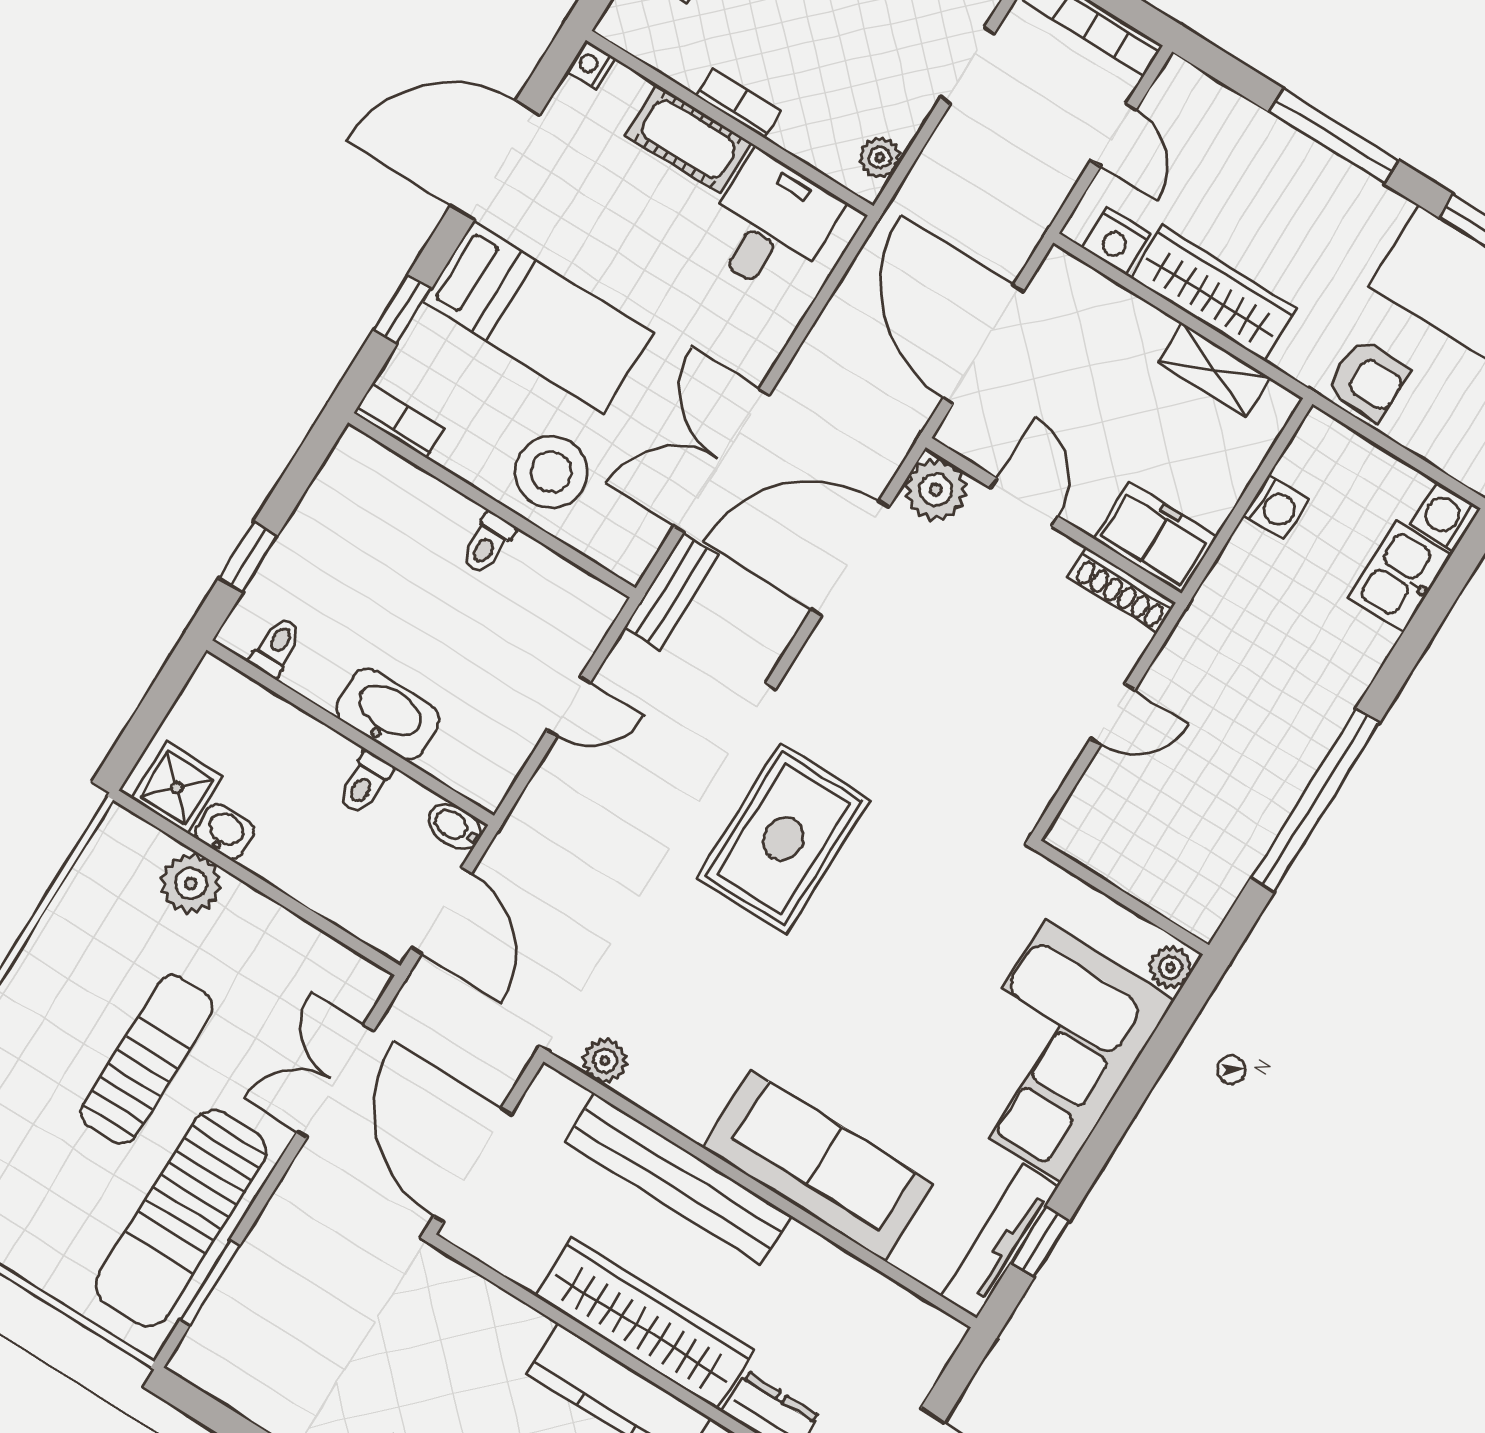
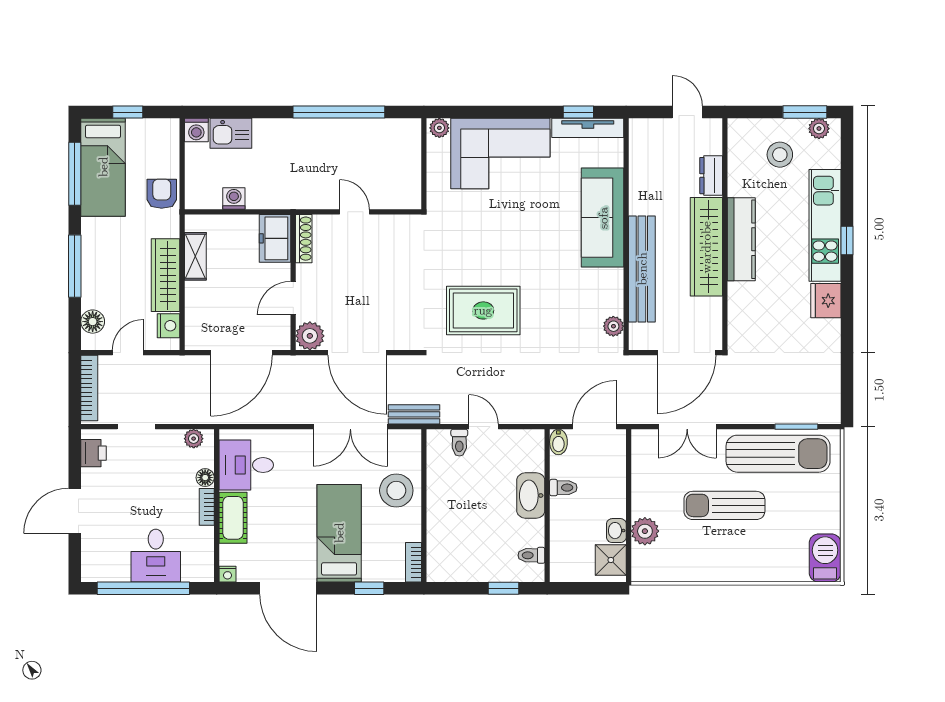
floor lamp: (1211, 106) -> (93, 322), added
floor lamp: (795, 134) -> (205, 478), added
toilet: (488, 543) -> (459, 443), moved, turned 90

